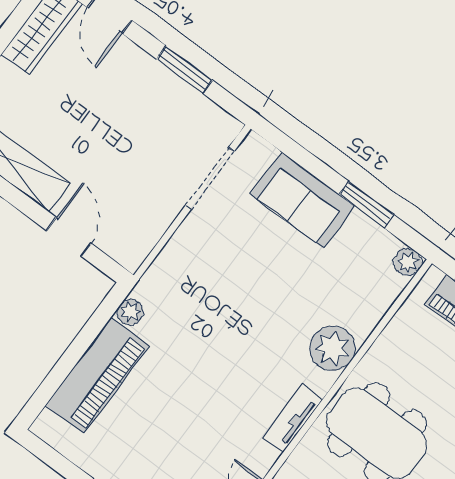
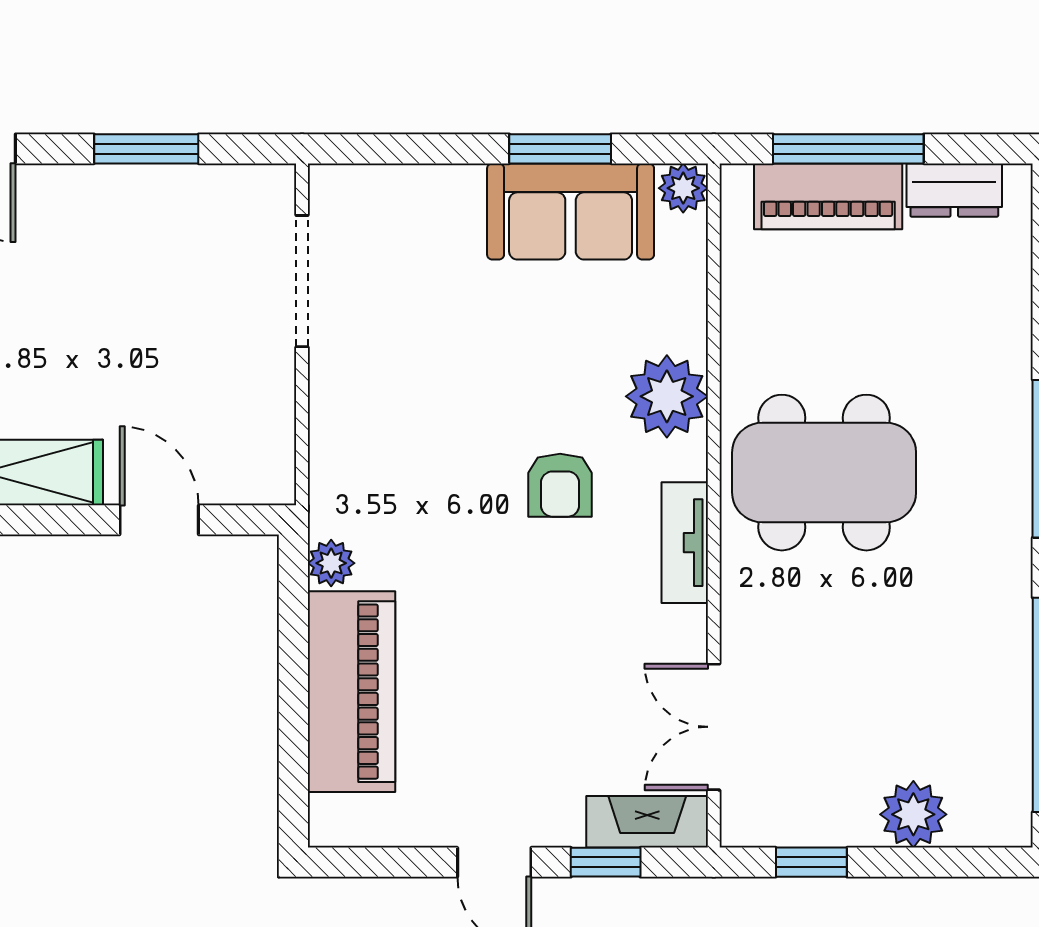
sofa: (303, 200) -> (571, 211), moved
armchair: (257, 353) -> (560, 485), added

